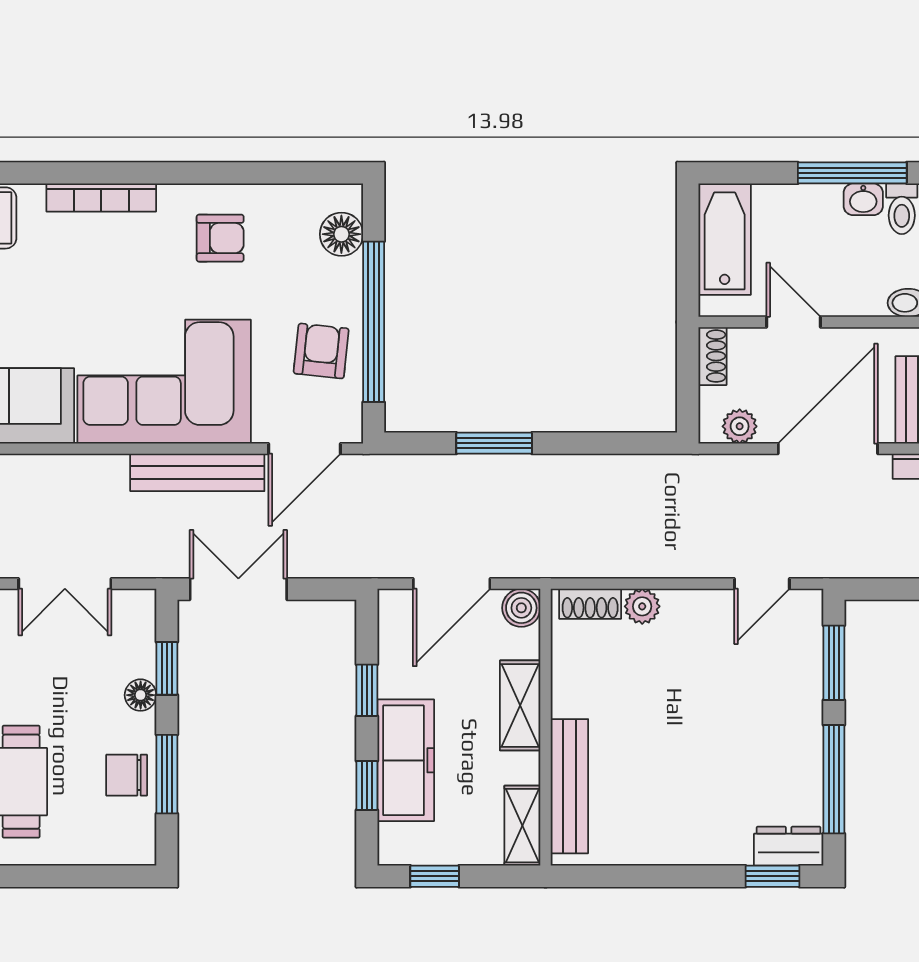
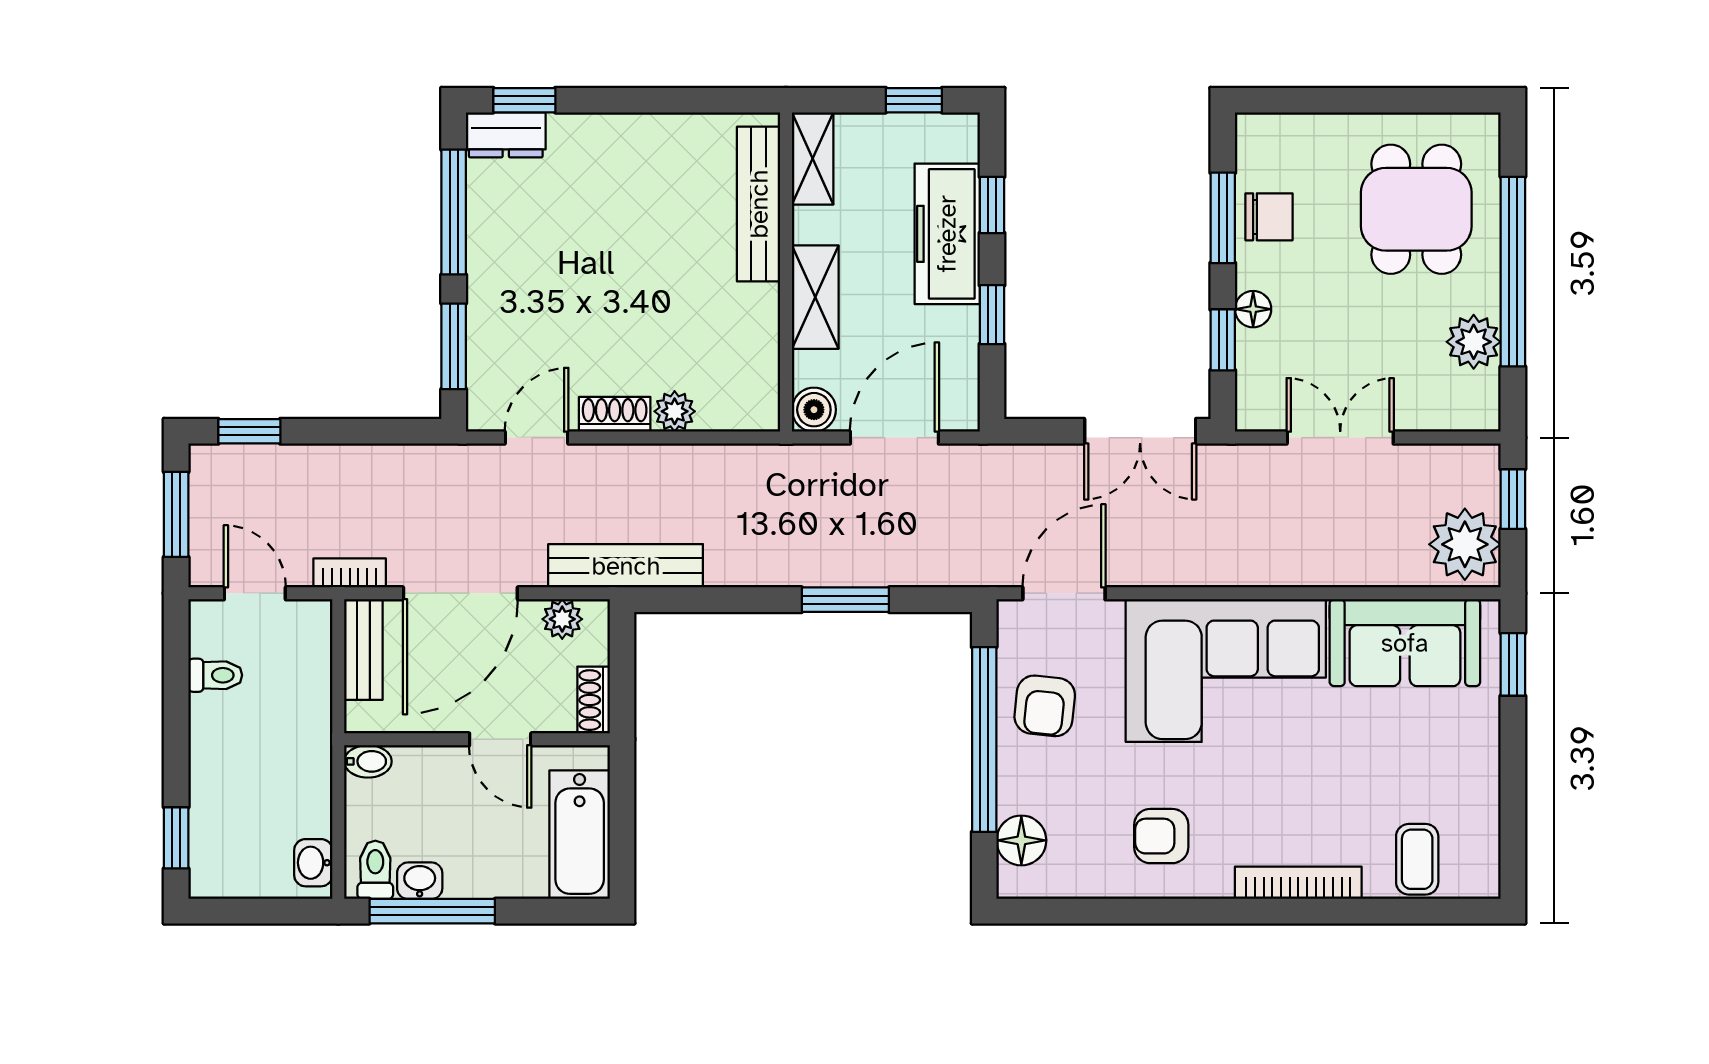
bench: (197, 472) -> (626, 566), moved
shoe rack: (590, 604) -> (615, 414), moved

